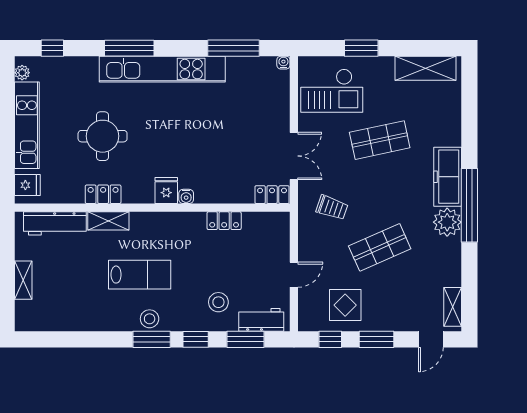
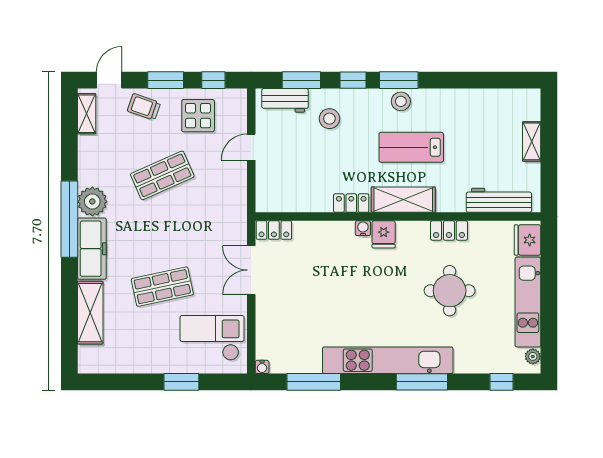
shelving: (425, 68) -> (90, 313), moved, turned 90
fridge: (27, 185) -> (527, 240), width x1.38
trolley: (332, 208) -> (144, 107), moved
shelving: (108, 221) -> (403, 200), moved, width x1.50, depth x1.33
locker: (224, 221) -> (351, 203), moved

